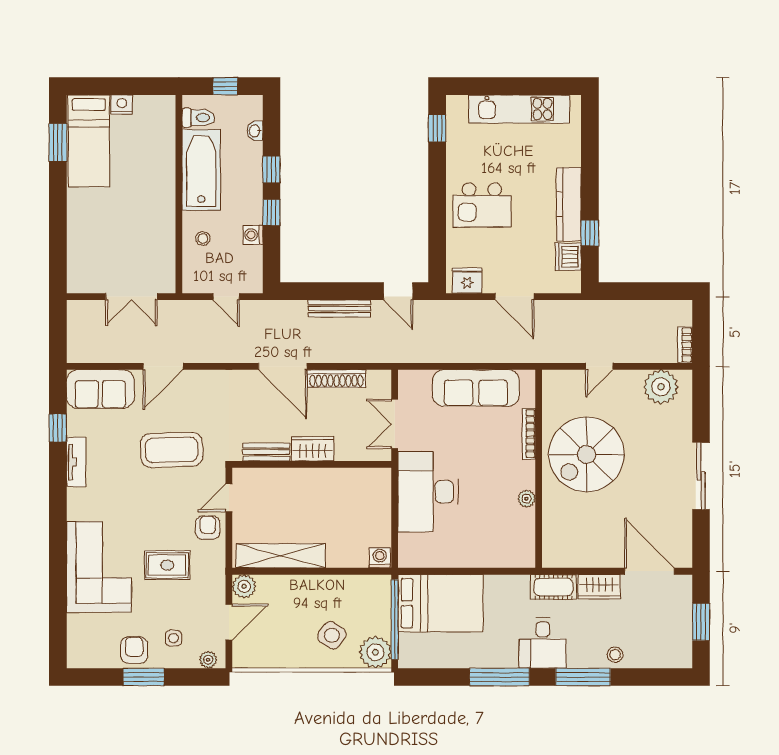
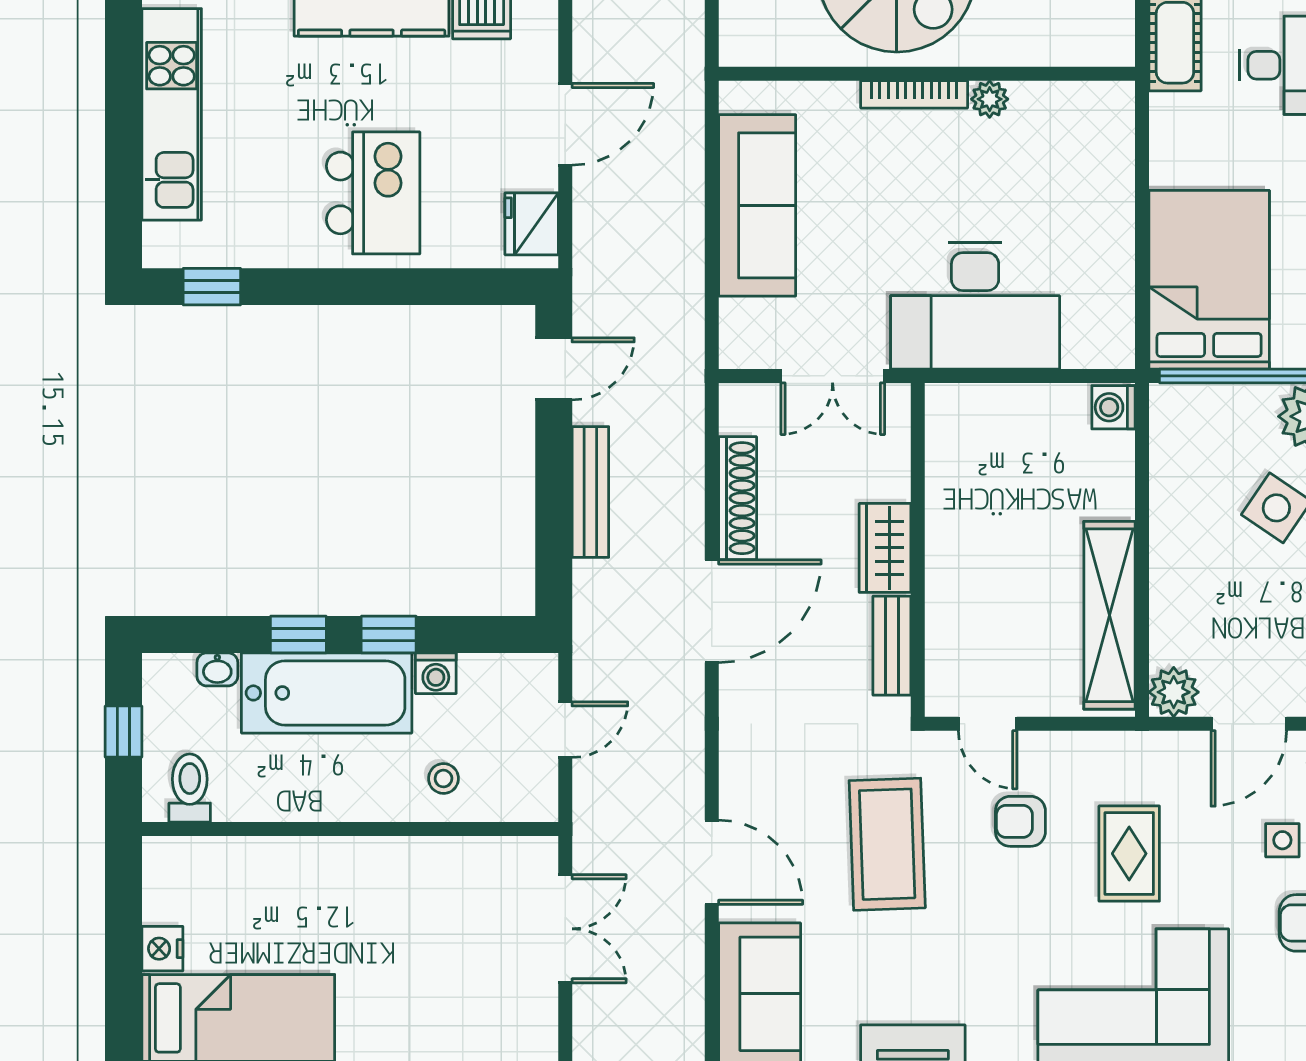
bathtub: (201, 170) -> (327, 693), moved, turned 180
bookcase: (529, 434) -> (914, 94), moved
armchair: (208, 528) -> (1020, 821), moved
door: (229, 622) -> (1249, 724), swing flipped

